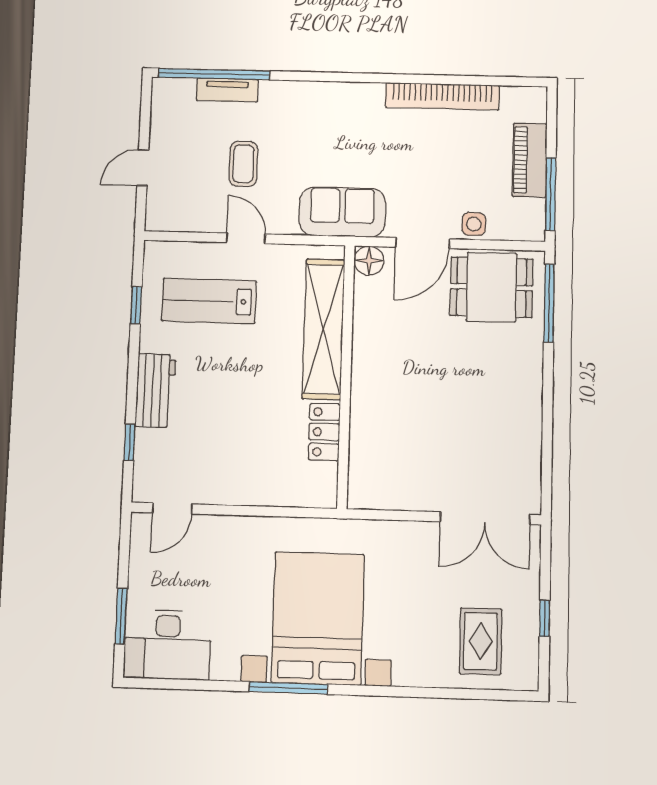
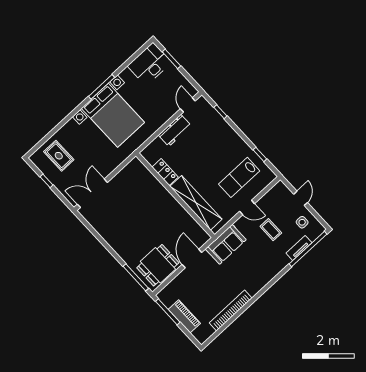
side table: (474, 224) -> (302, 222), moved
floor lamp: (369, 261) -> (203, 237), removed
lab bench: (209, 301) -> (239, 177), turned 180
workbench: (155, 391) -> (175, 130), moved, turned -90

